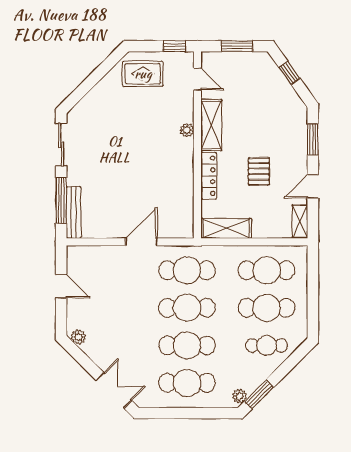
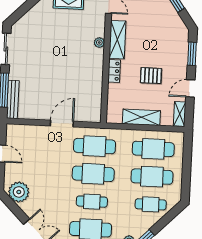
pallet: (259, 171) -> (151, 76), turned 90
locker: (209, 176) -> (114, 71), width x0.66
shelving: (226, 228) -> (141, 117), moved
plant: (78, 337) -> (19, 192), width x1.88, depth x1.88
cafe table: (187, 345) -> (92, 202), width x0.73, depth x0.74

